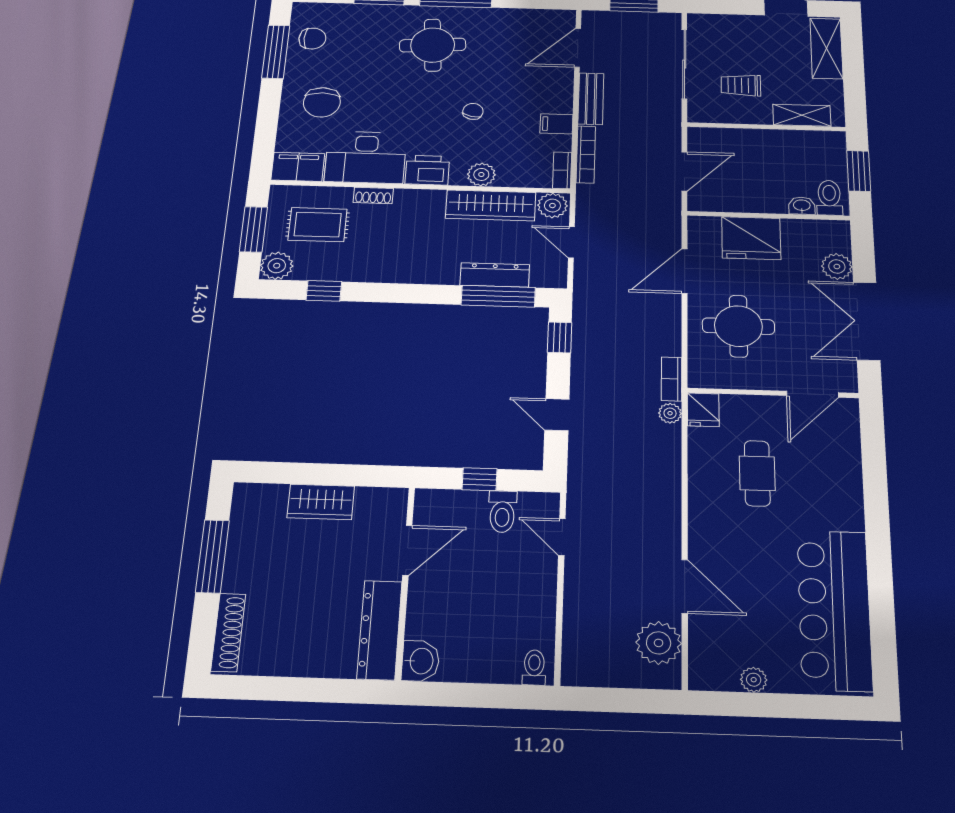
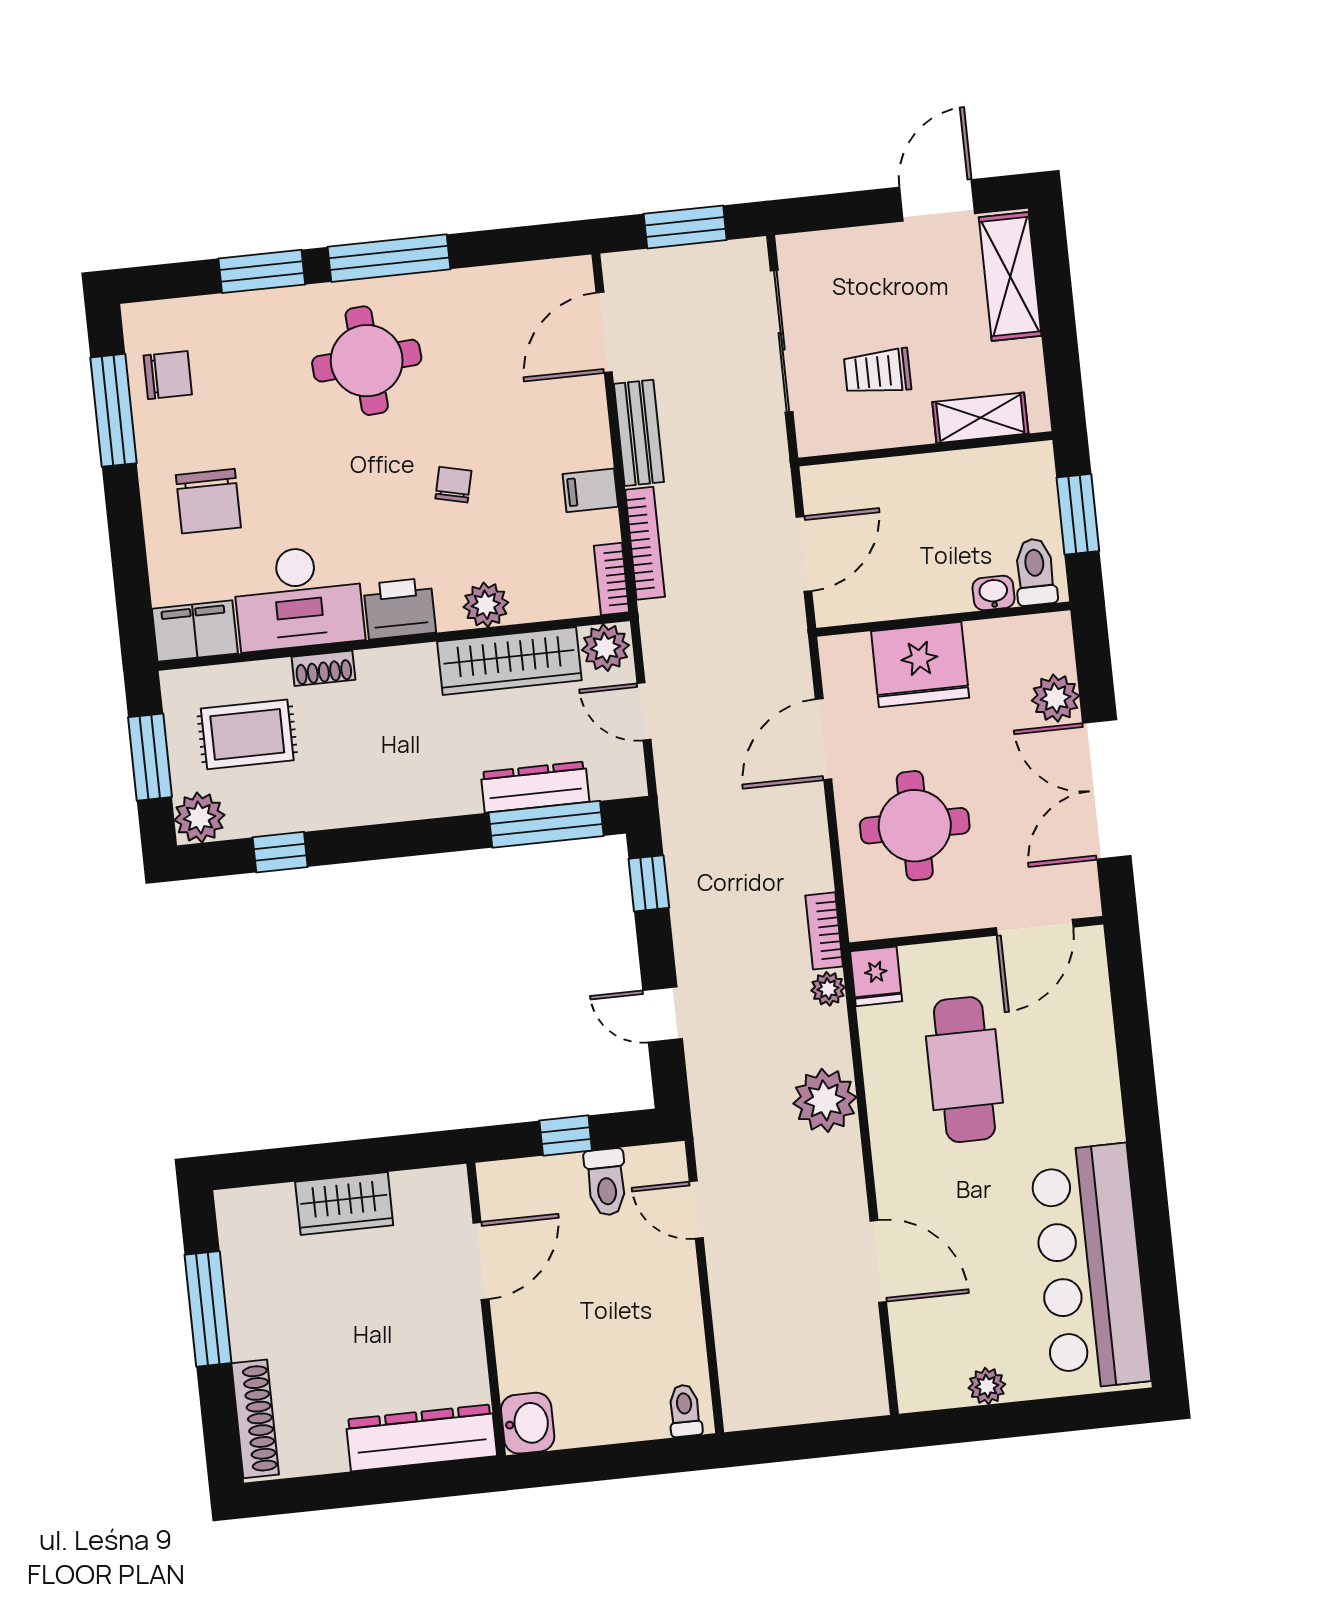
cafe table: (757, 473) -> (964, 1070), width x1.37, depth x1.35
dresser: (380, 630) -> (421, 1438), moved, turned 90
plant: (659, 643) -> (825, 1100), moved

